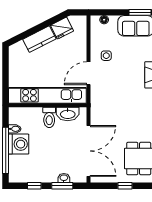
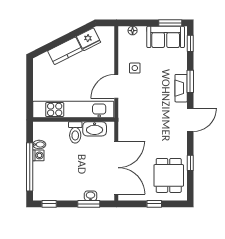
washing machine: (19, 144) -> (38, 155), width x0.53, depth x0.53
window: (34, 186) -> (49, 204), moved

